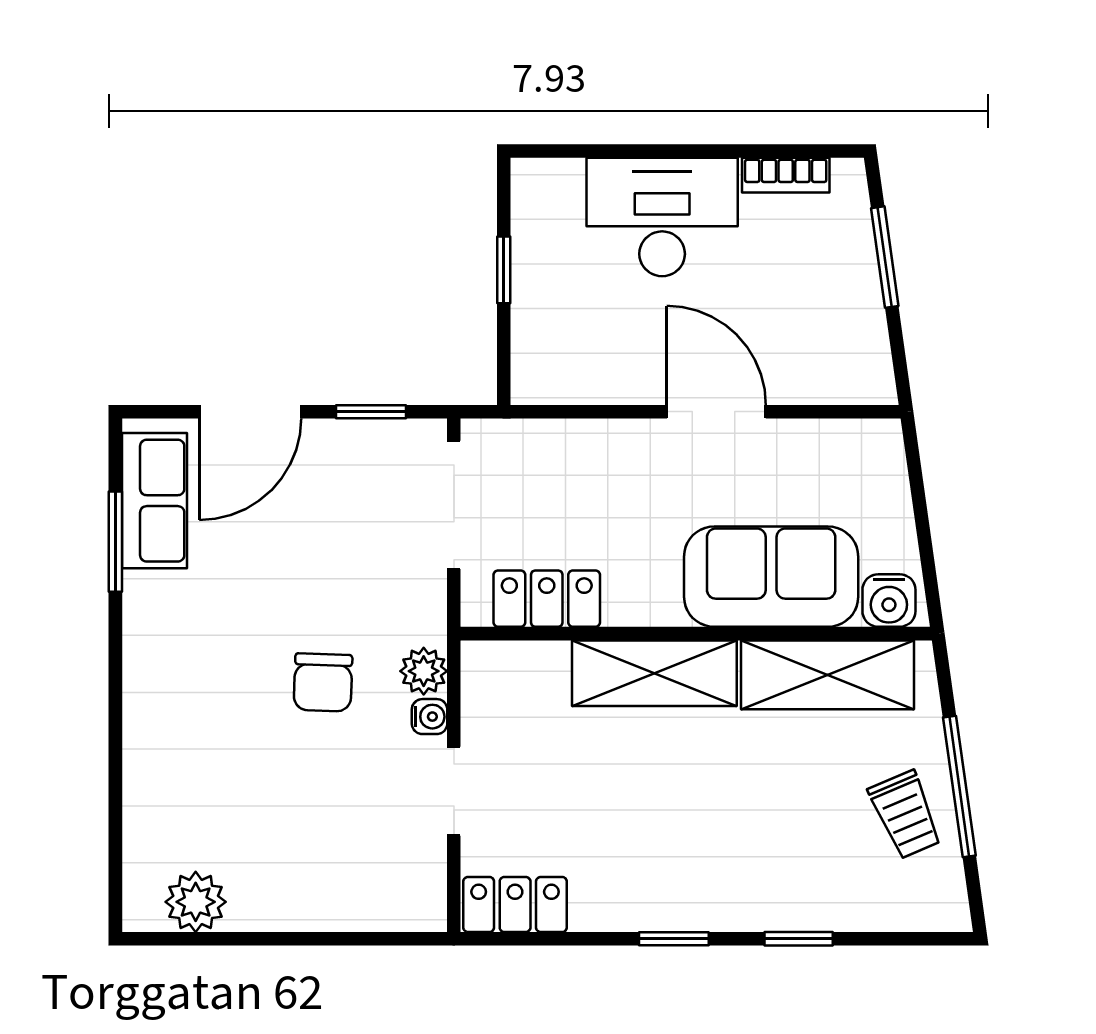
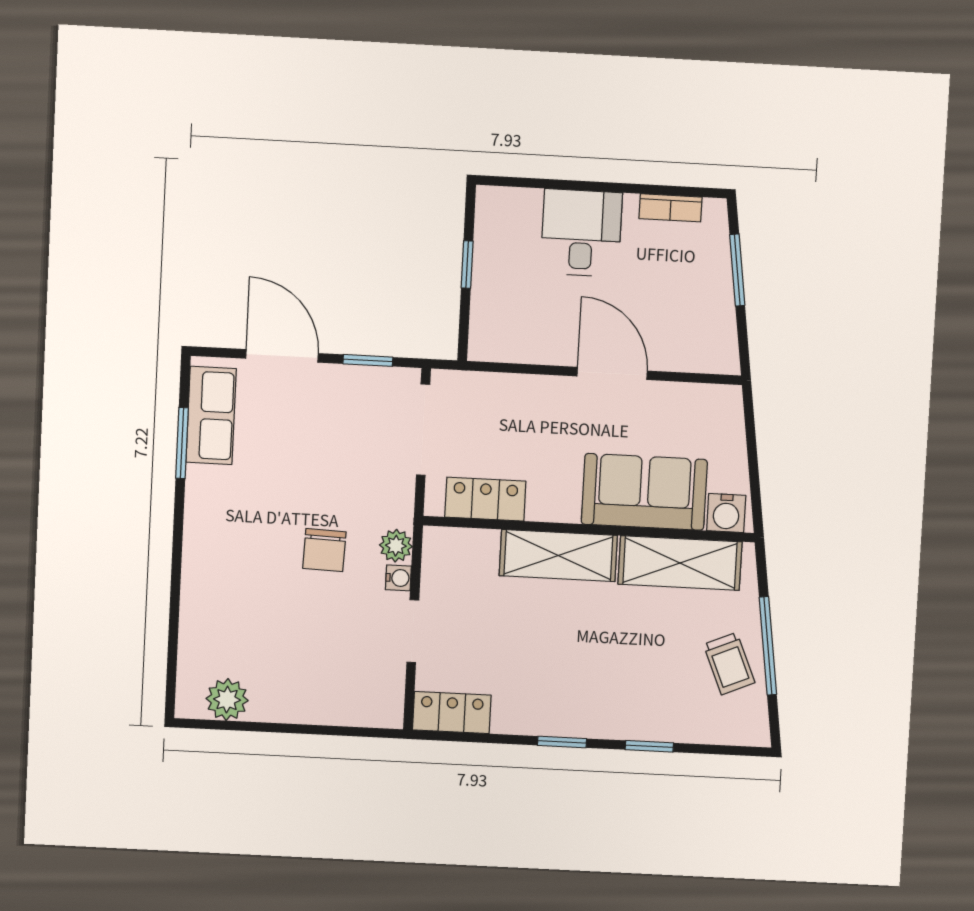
desk: (662, 217) -> (581, 233), width x0.73
door: (250, 412) -> (282, 356), swing flipped

